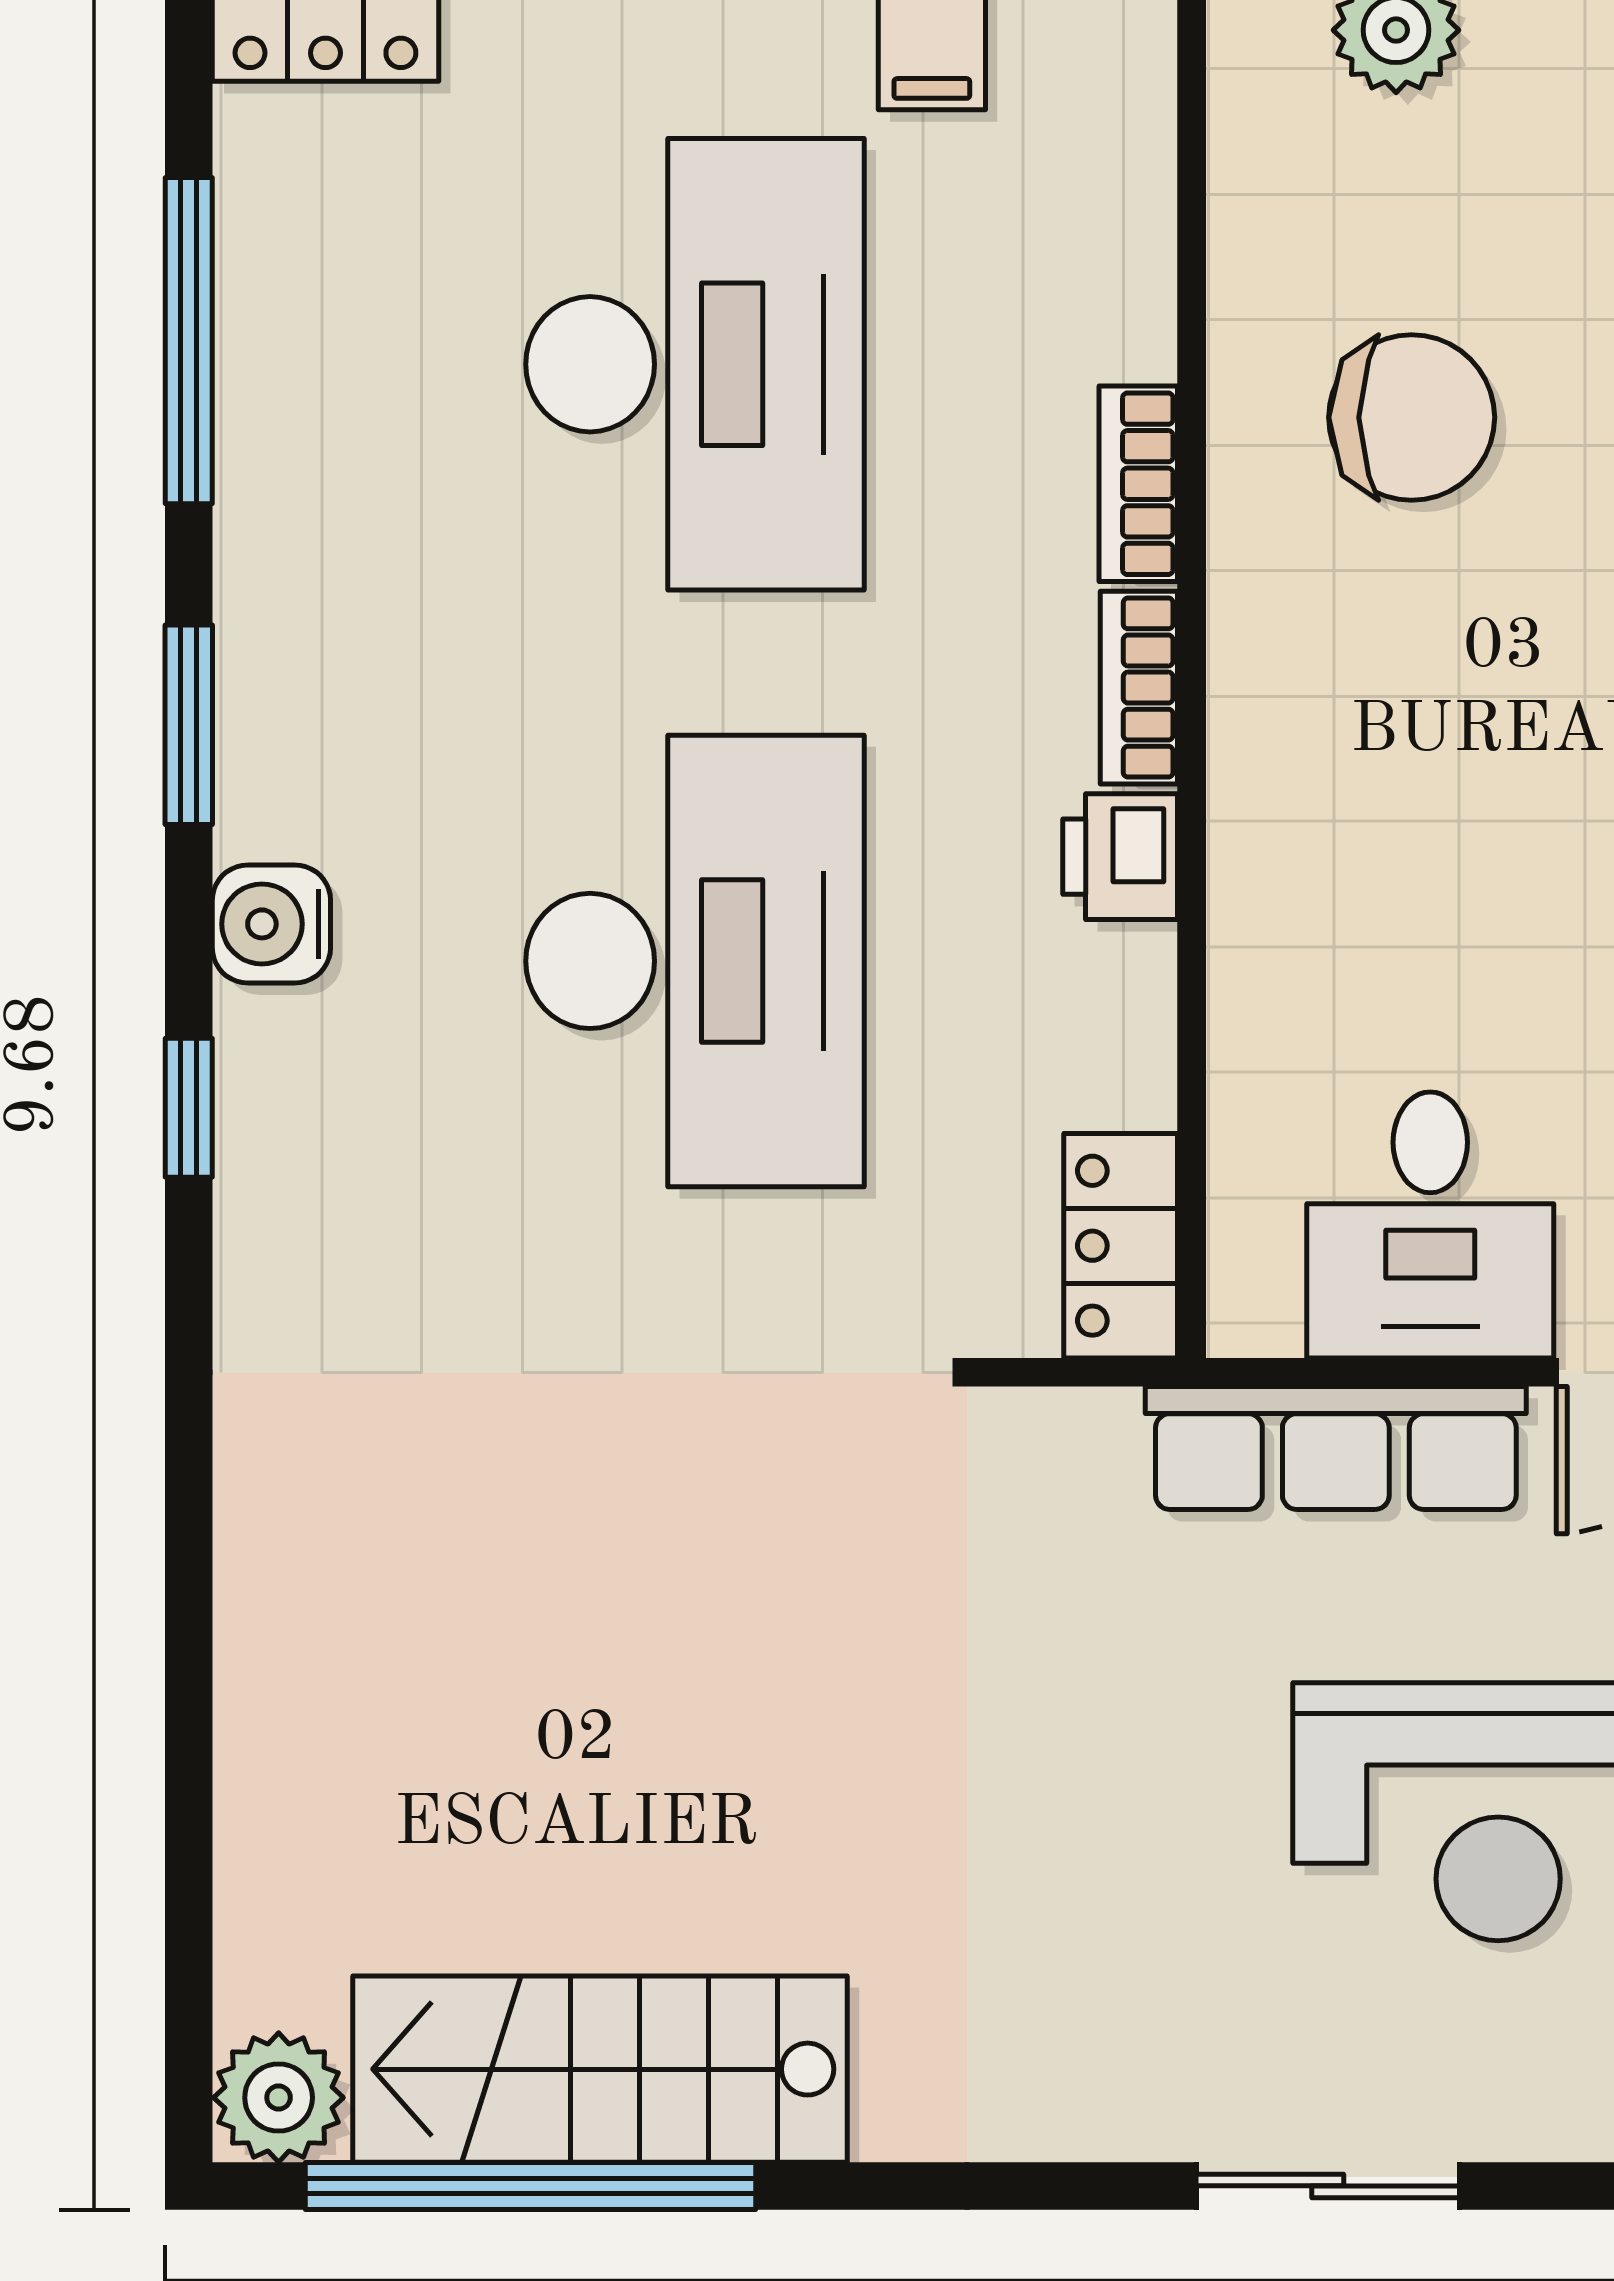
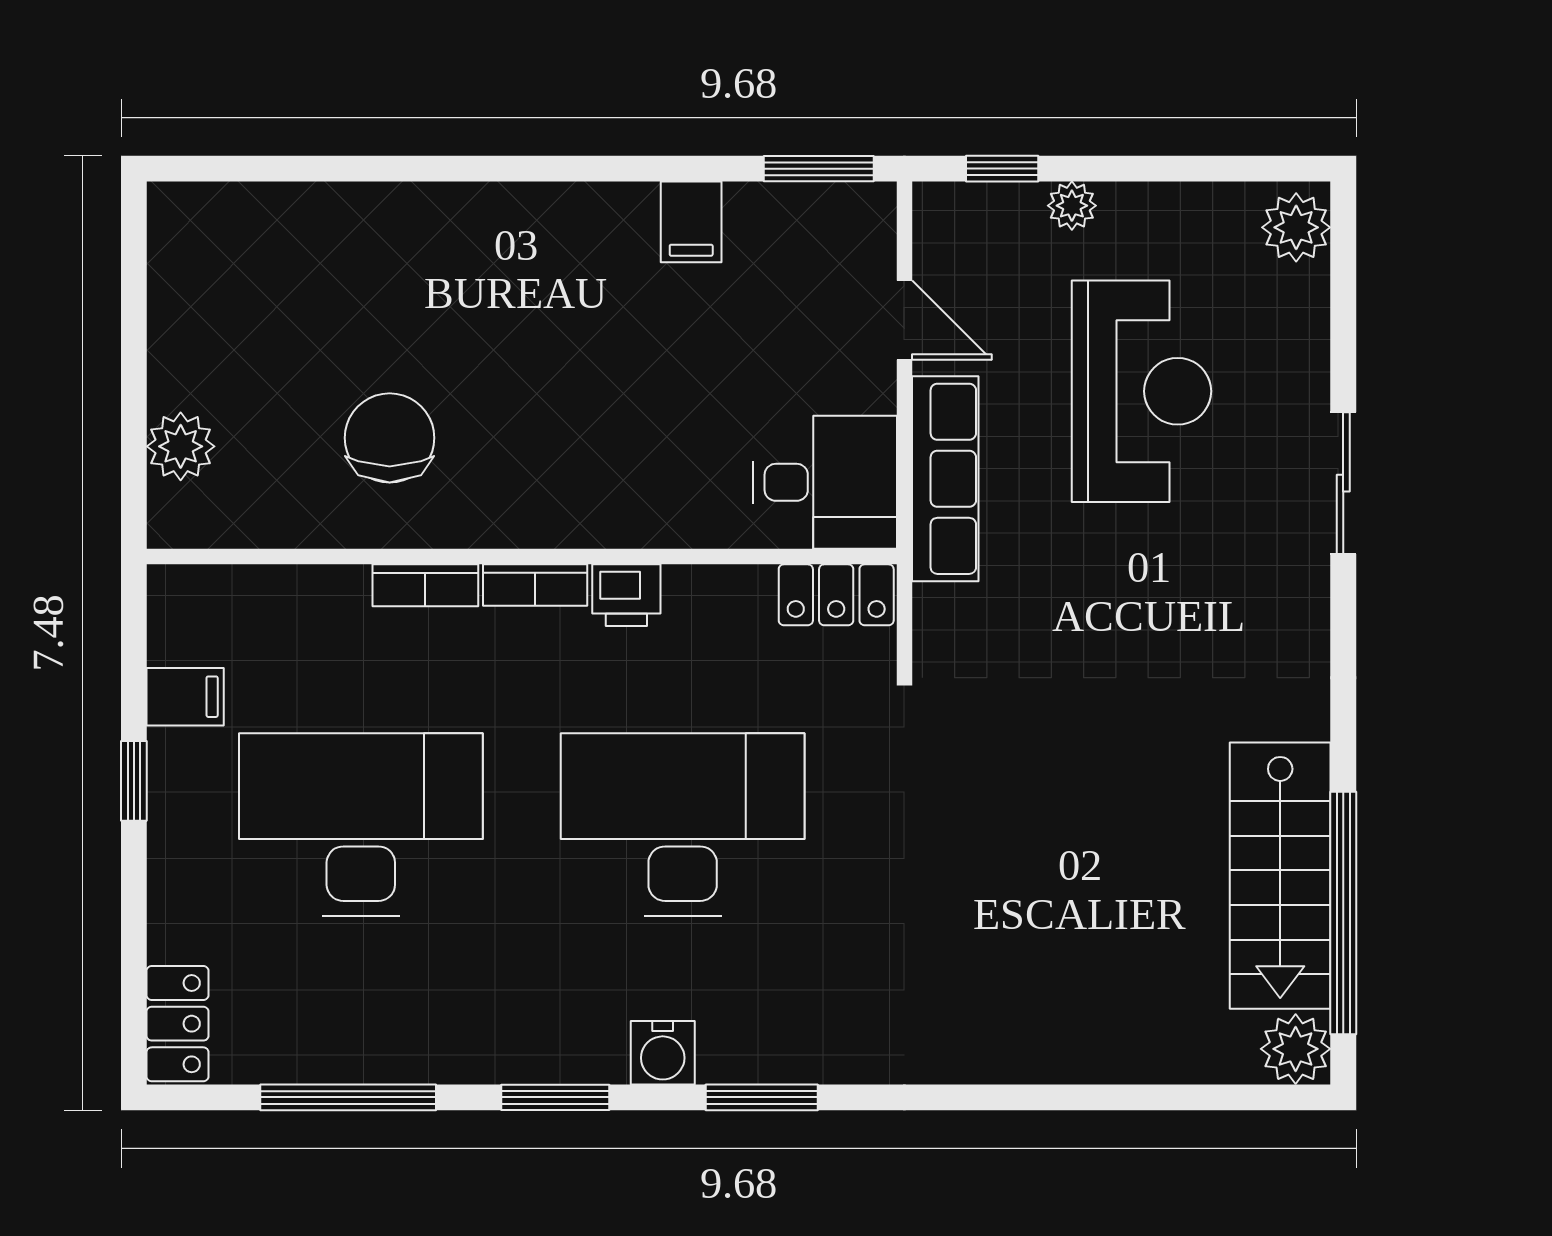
window: (189, 1108) -> (762, 1097), width x1.50
desk: (1430, 1225) -> (825, 482), moved

